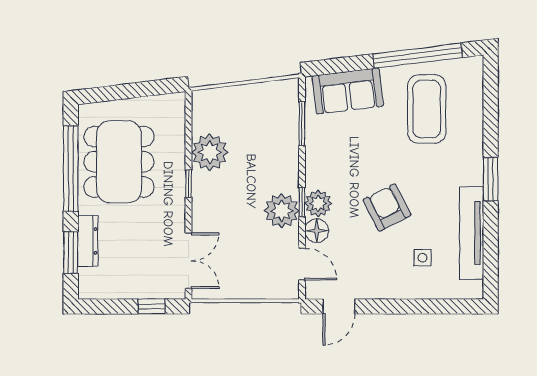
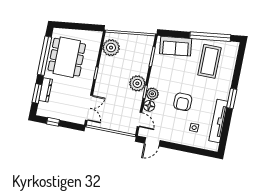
plant: (210, 152) -> (111, 48), moved
armchair: (387, 207) -> (183, 102), turned -153
plant: (282, 211) -> (137, 83), moved
window: (152, 306) -> (53, 122), moved

